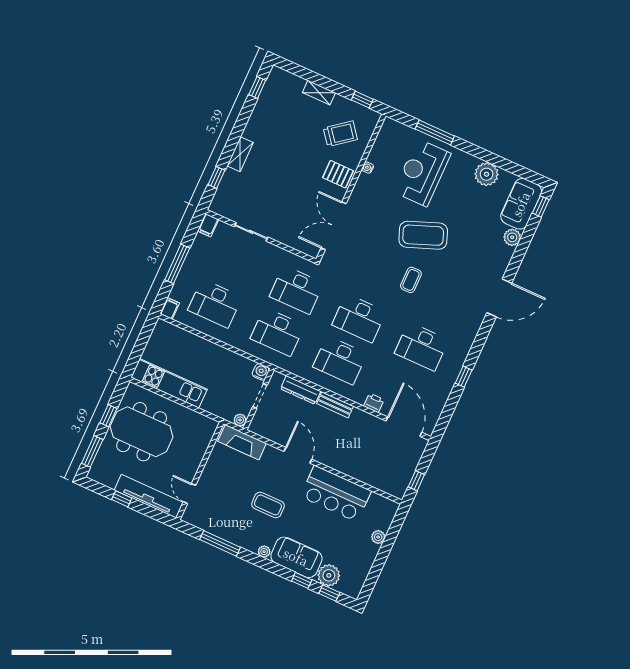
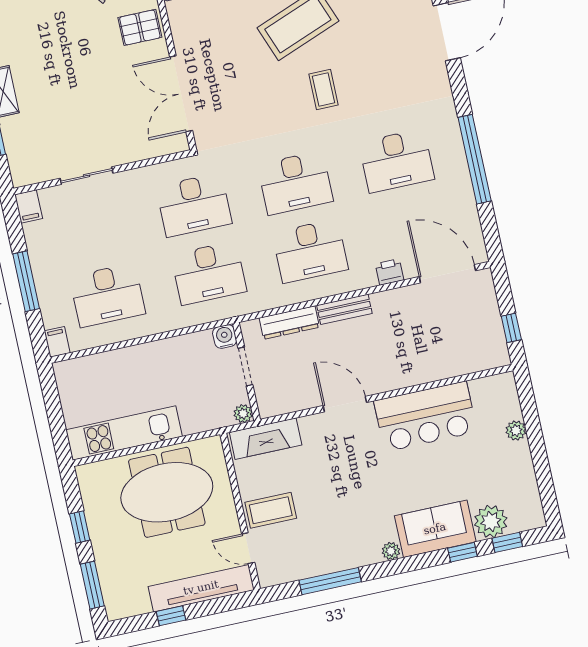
window: (464, 377) -> (475, 159), width x3.17
meeting table: (142, 432) -> (167, 492), moved
coffee table: (268, 505) -> (271, 510), moved

